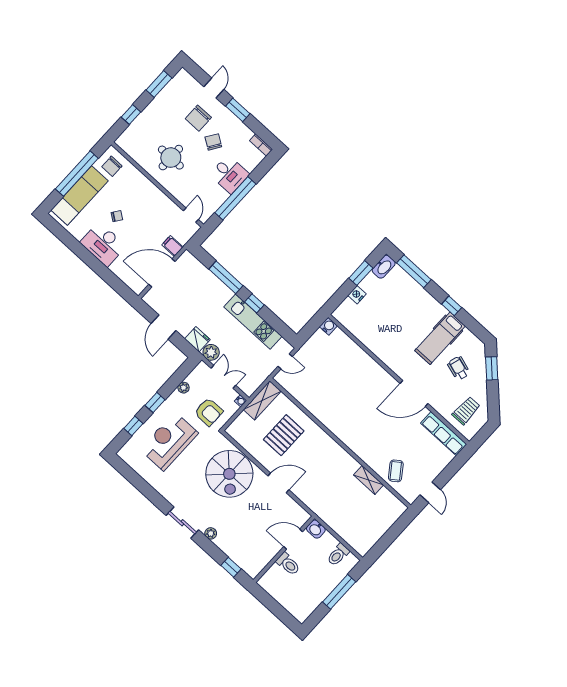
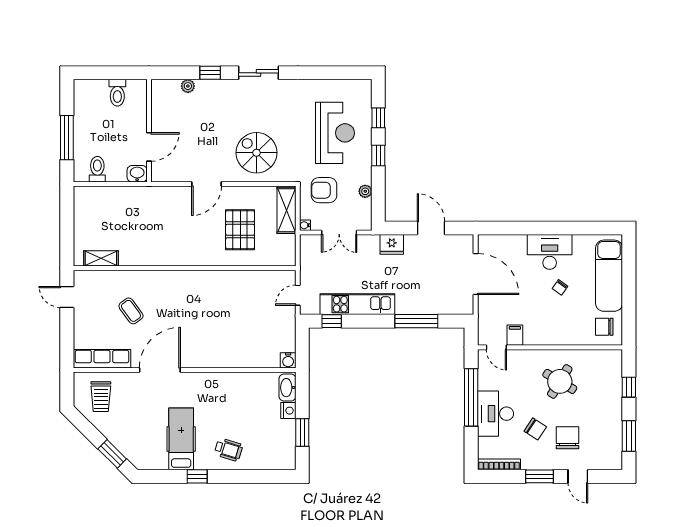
bookcase: (261, 145) -> (499, 464), width x1.56
round table: (171, 158) -> (560, 381), turned 31
chair: (112, 166) -> (604, 327), turned -90
window: (77, 174) -> (629, 293), removed
desk: (229, 174) -> (495, 414), width x1.37
filing cabinet: (172, 246) -> (515, 335), moved, turned -90
washbasin: (384, 267) -> (287, 388), moved
window: (414, 271) -> (257, 476), removed
door: (162, 273) -> (476, 274), hinge flipped
window: (254, 303) -> (332, 321), moved
plant: (211, 352) -> (369, 244), removed
wheelchair: (459, 368) -> (229, 450), moved
shelving: (262, 400) -> (286, 210), moved
coffee table: (396, 471) -> (131, 311), moved
spiral stairs: (229, 474) -> (256, 153), width x0.73, depth x0.73
shelving: (368, 480) -> (101, 258), moved
plant: (211, 533) -> (188, 86), moved
toilet: (288, 564) -> (117, 93), moved, turned -90
window: (231, 567) -> (210, 73), moved

